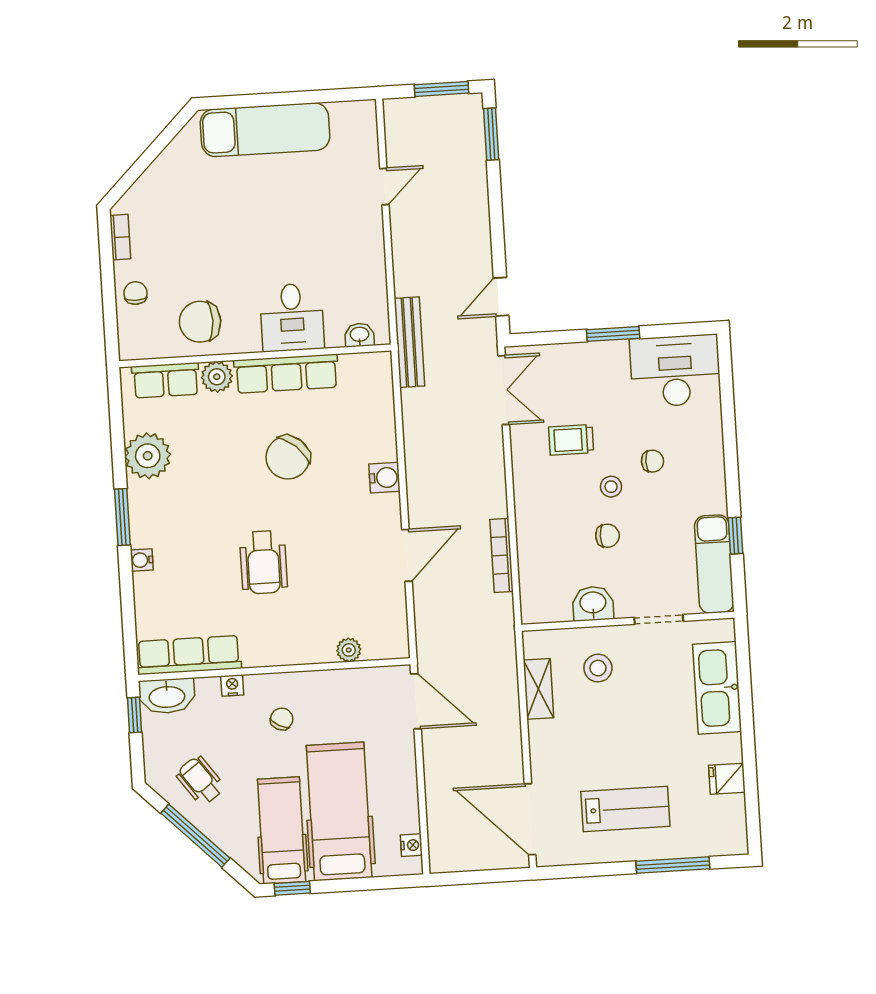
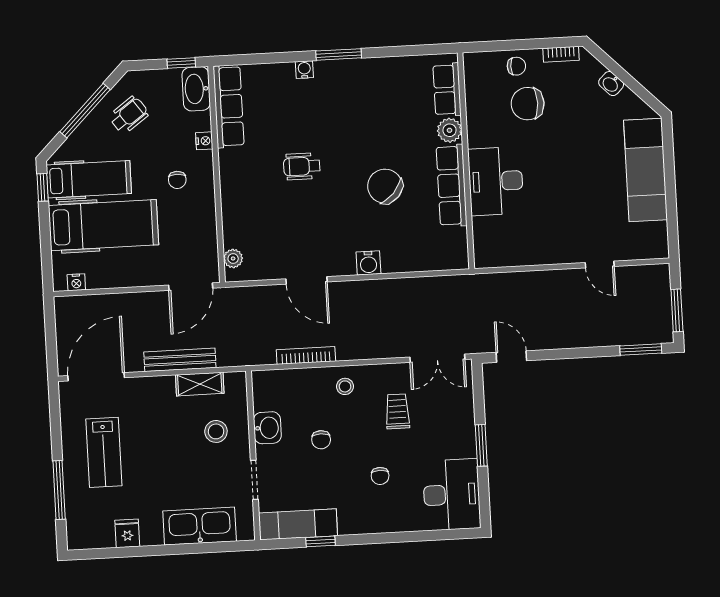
desk: (292, 317) -> (496, 181), width x1.37
chair: (200, 322) -> (528, 104), moved, turned -90
washbasin: (359, 335) -> (611, 84), moved, turned 135
bench: (409, 342) -> (180, 360), moved
plant: (148, 456) -> (387, 75), removed
stool: (611, 487) -> (345, 386), moved
wheelchair: (263, 562) -> (302, 166), width x0.73, depth x0.73
plant: (349, 650) -> (233, 258), moved
chair: (282, 719) -> (177, 180), turned 63

